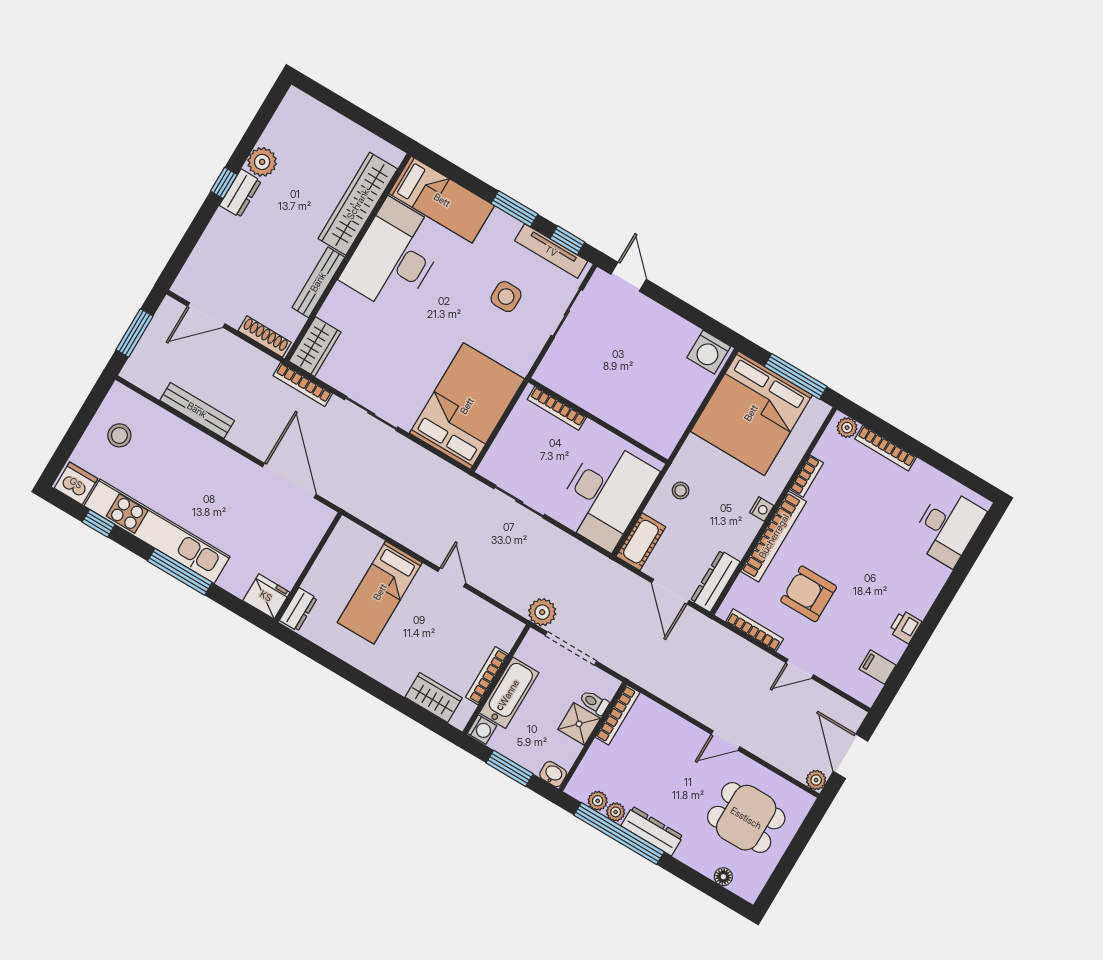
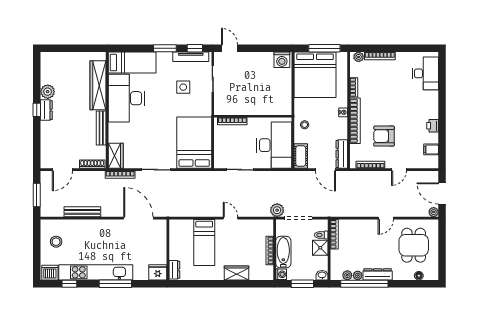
wardrobe: (434, 698) -> (236, 273), moved
dining table: (746, 818) -> (414, 245), turned 90

